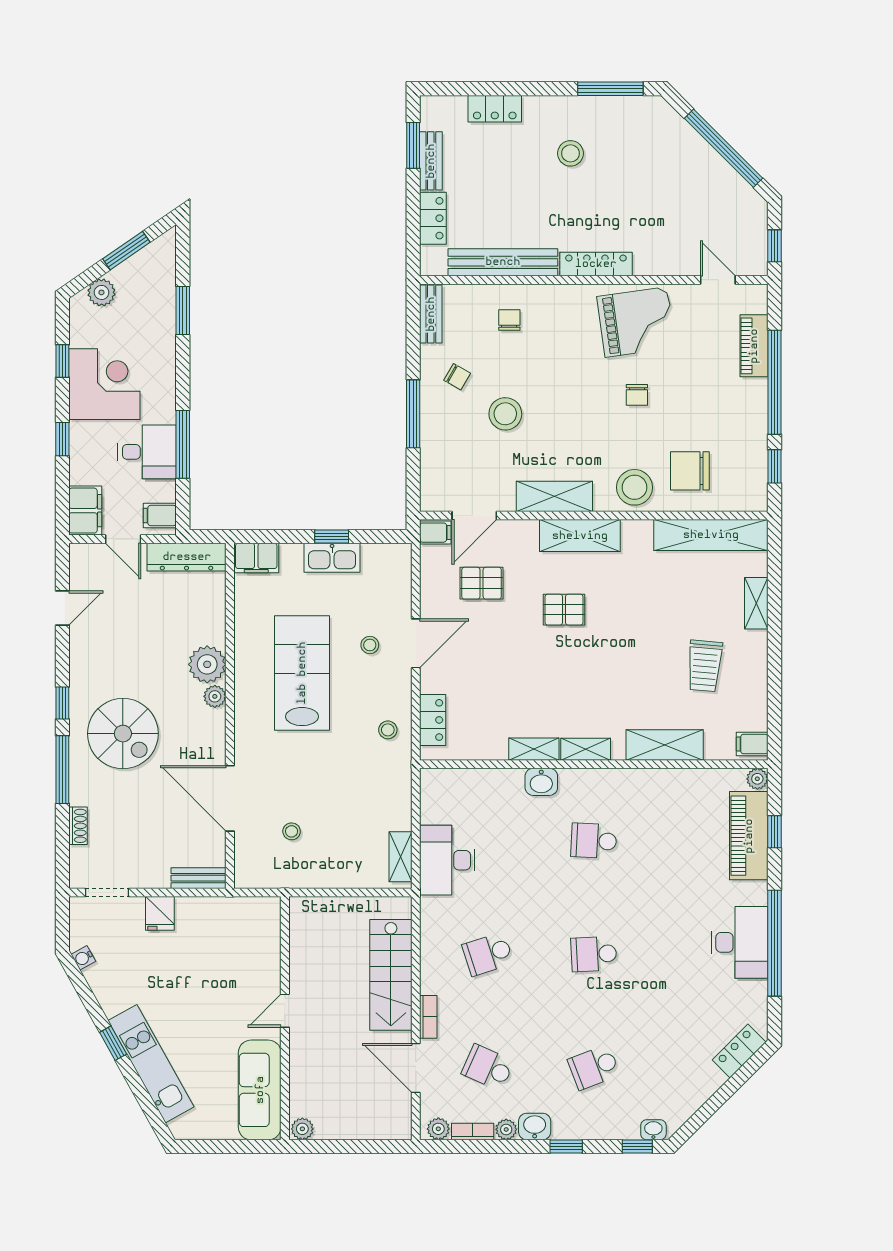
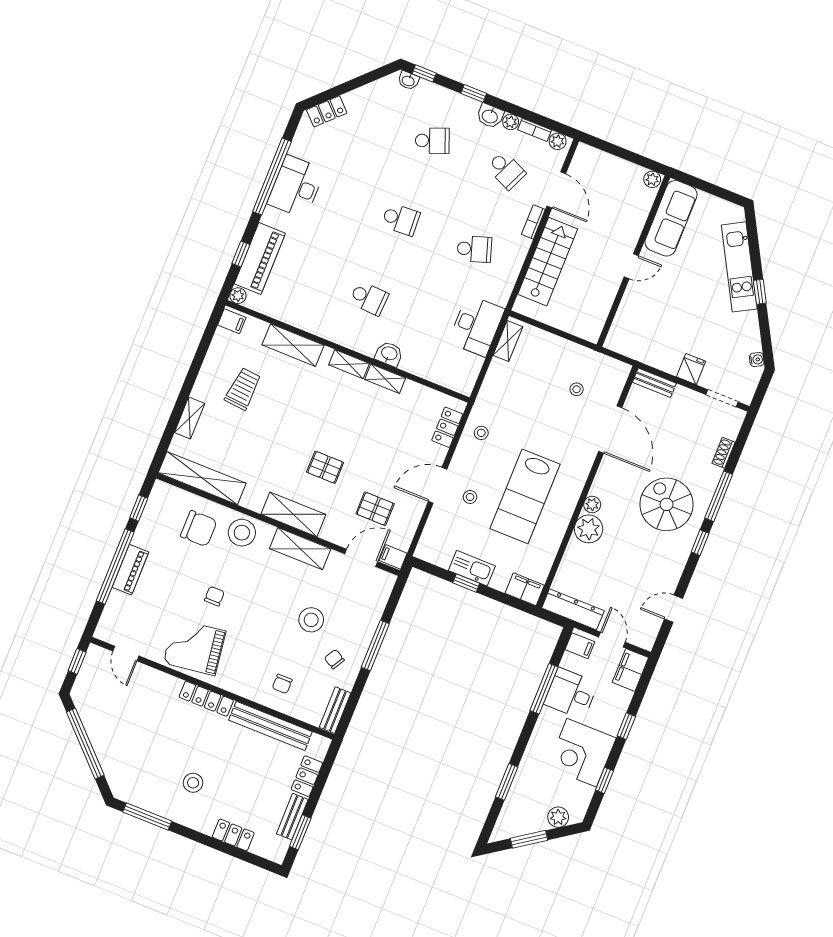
piano: (754, 346) -> (130, 570), moved

